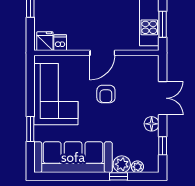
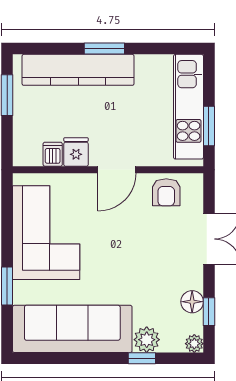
fridge: (45, 41) -> (76, 152), moved
armchair: (106, 94) -> (166, 192), moved
floor lamp: (152, 124) -> (192, 302), moved
plant: (137, 167) -> (194, 344), moved

